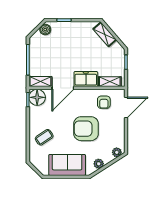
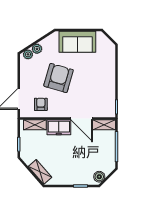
door: (63, 88) -> (82, 119), swing flipped
floor lamp: (37, 97) -> (107, 109), removed
armchair: (86, 129) -> (59, 78), turned -74
coffee table: (44, 137) -> (100, 69), removed
plant: (99, 164) -> (37, 49), moved

